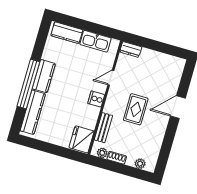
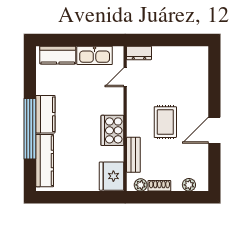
door: (111, 78) -> (125, 77), moved
cooker: (96, 99) -> (112, 130), width x1.87, depth x1.31
door: (178, 107) -> (214, 130), moved

